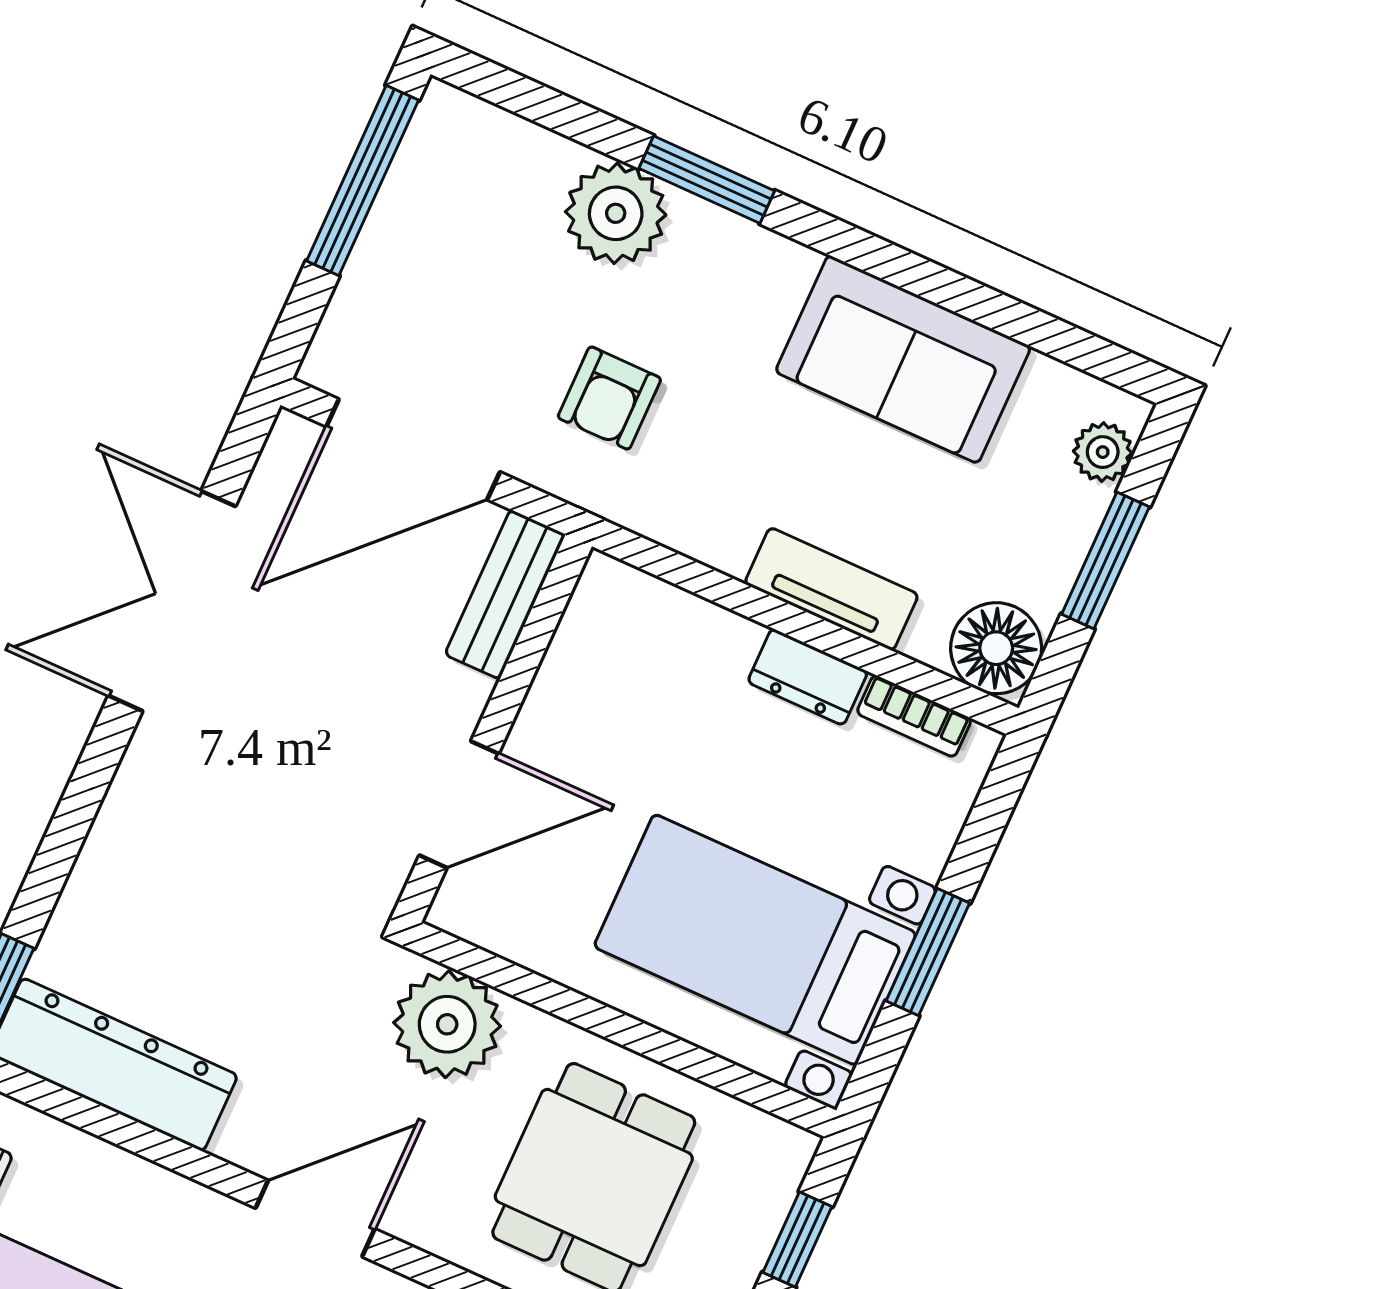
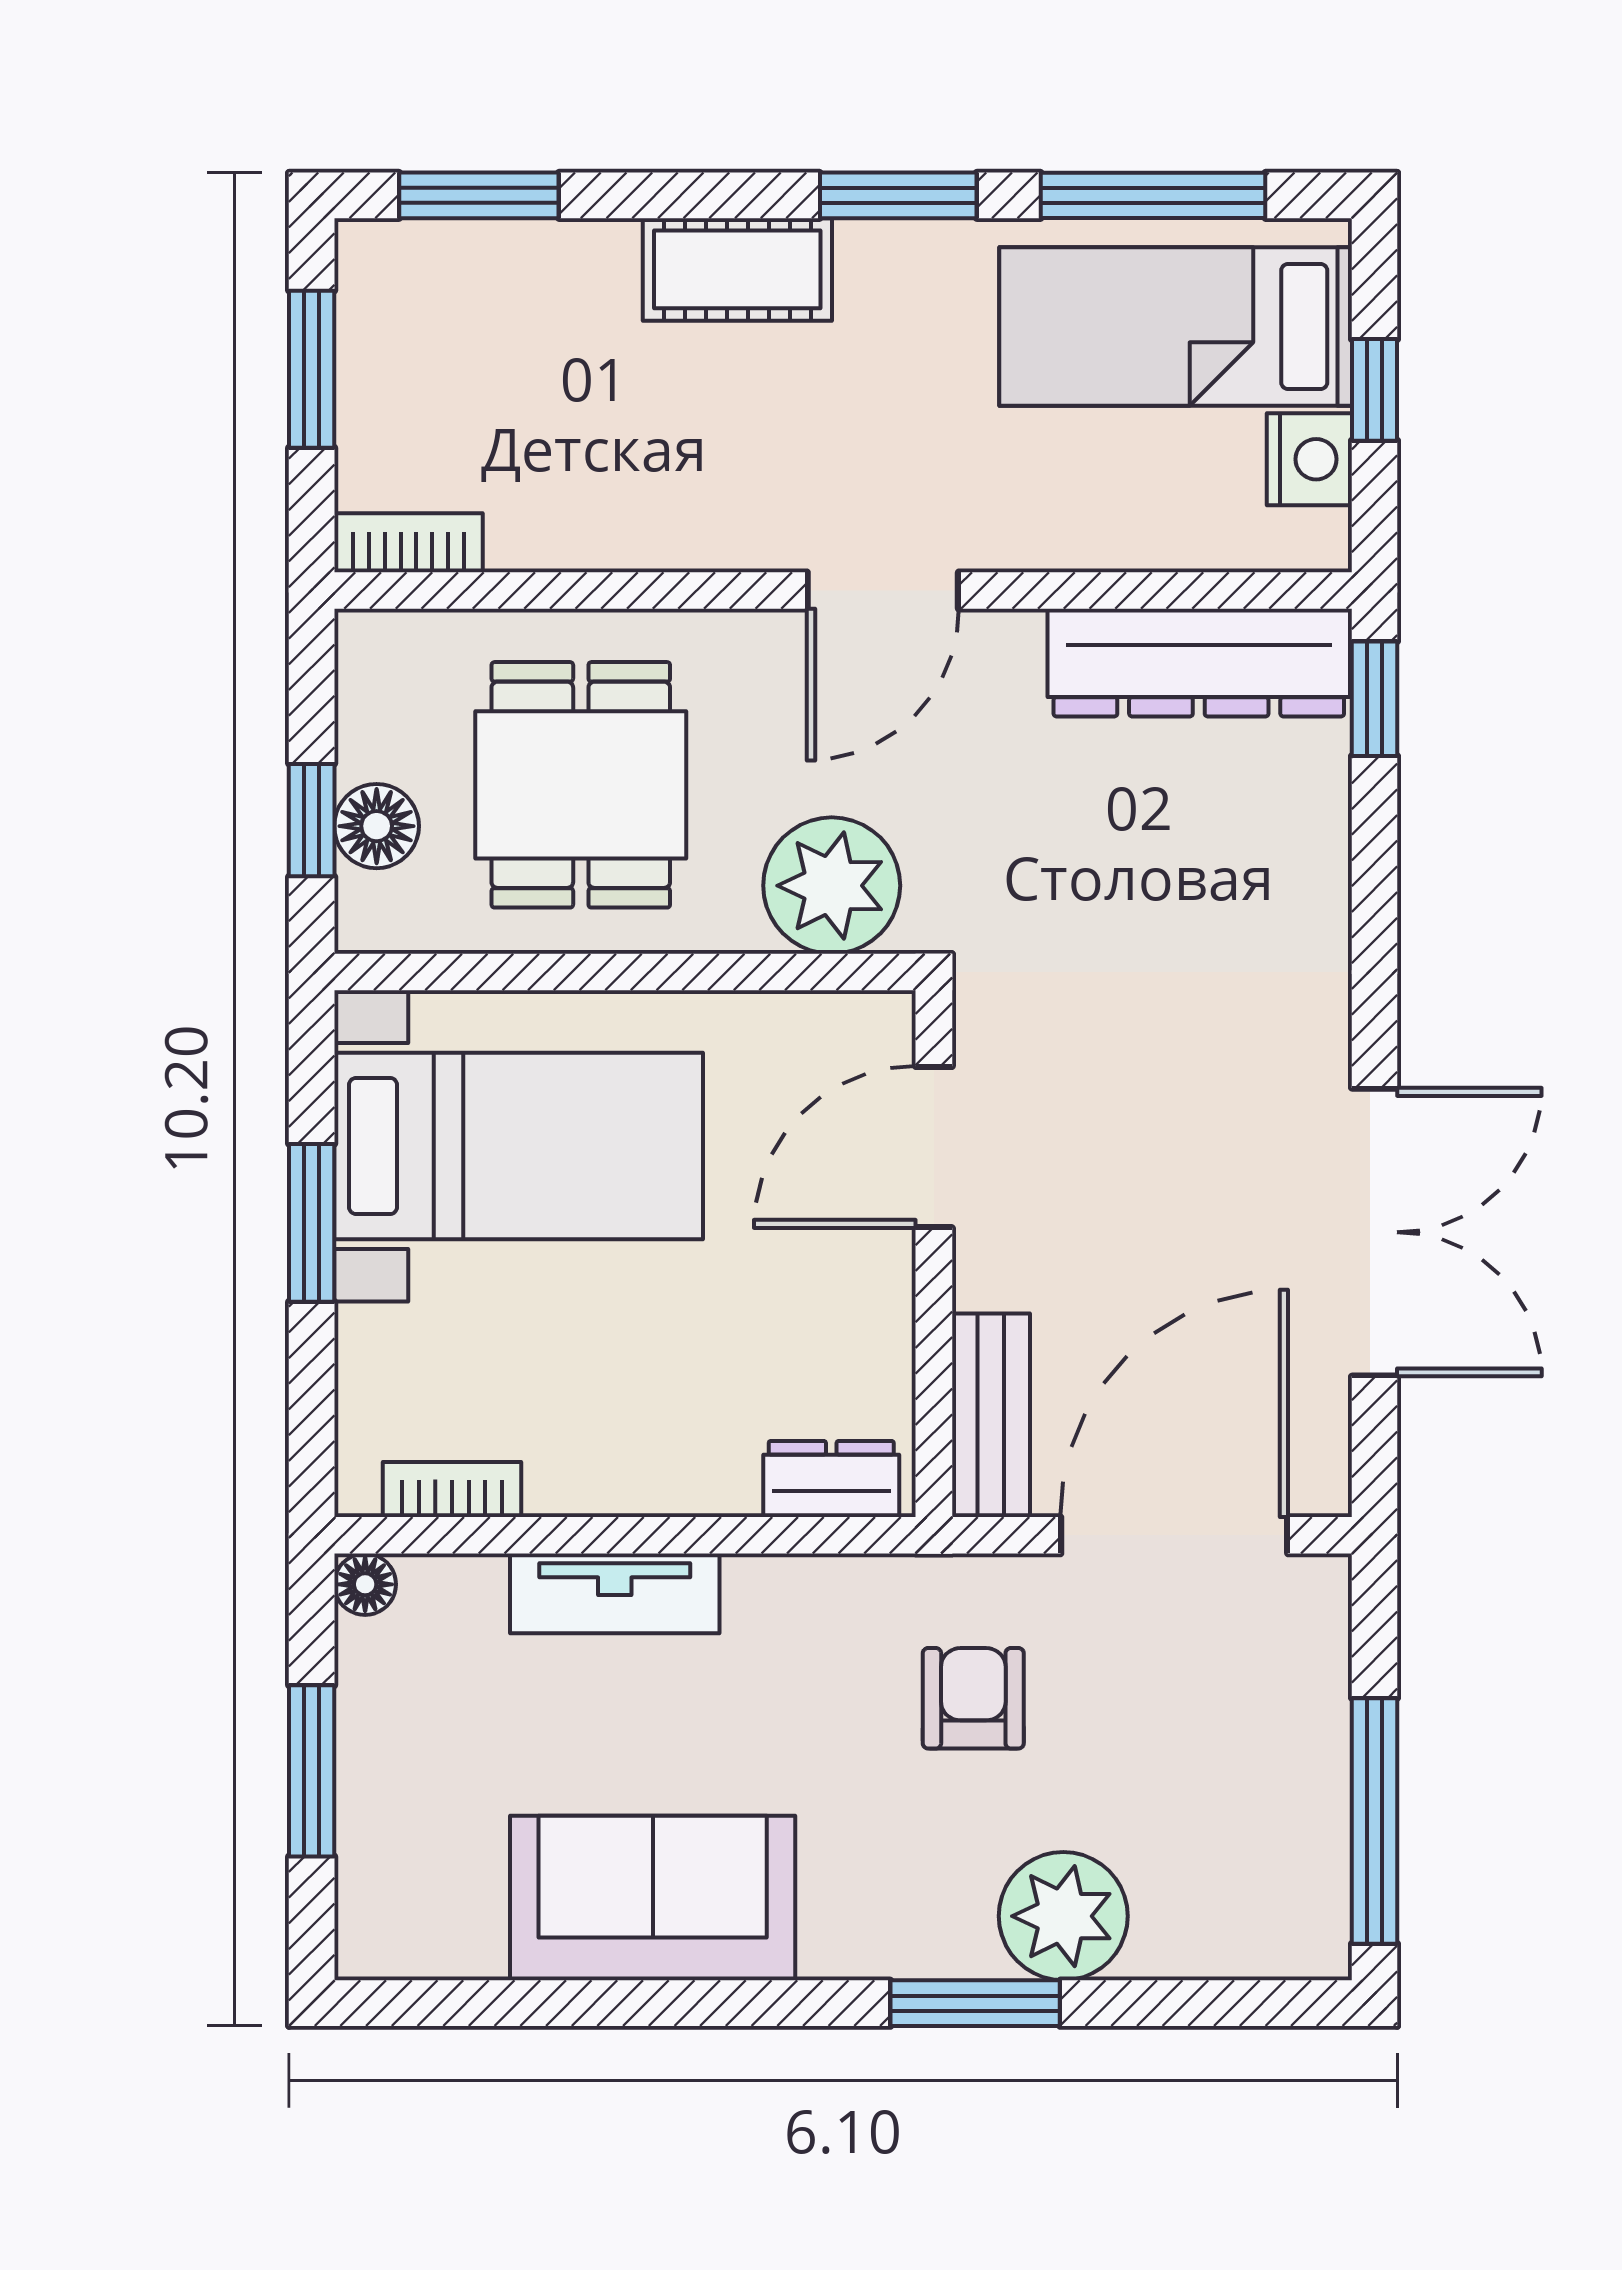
plant: (1103, 452) -> (372, 1895), removed
floor lamp: (996, 648) -> (365, 1584), width x0.53, depth x0.53
dresser: (808, 677) -> (831, 1479), moved
floor lamp: (753, 1214) -> (377, 826), added

